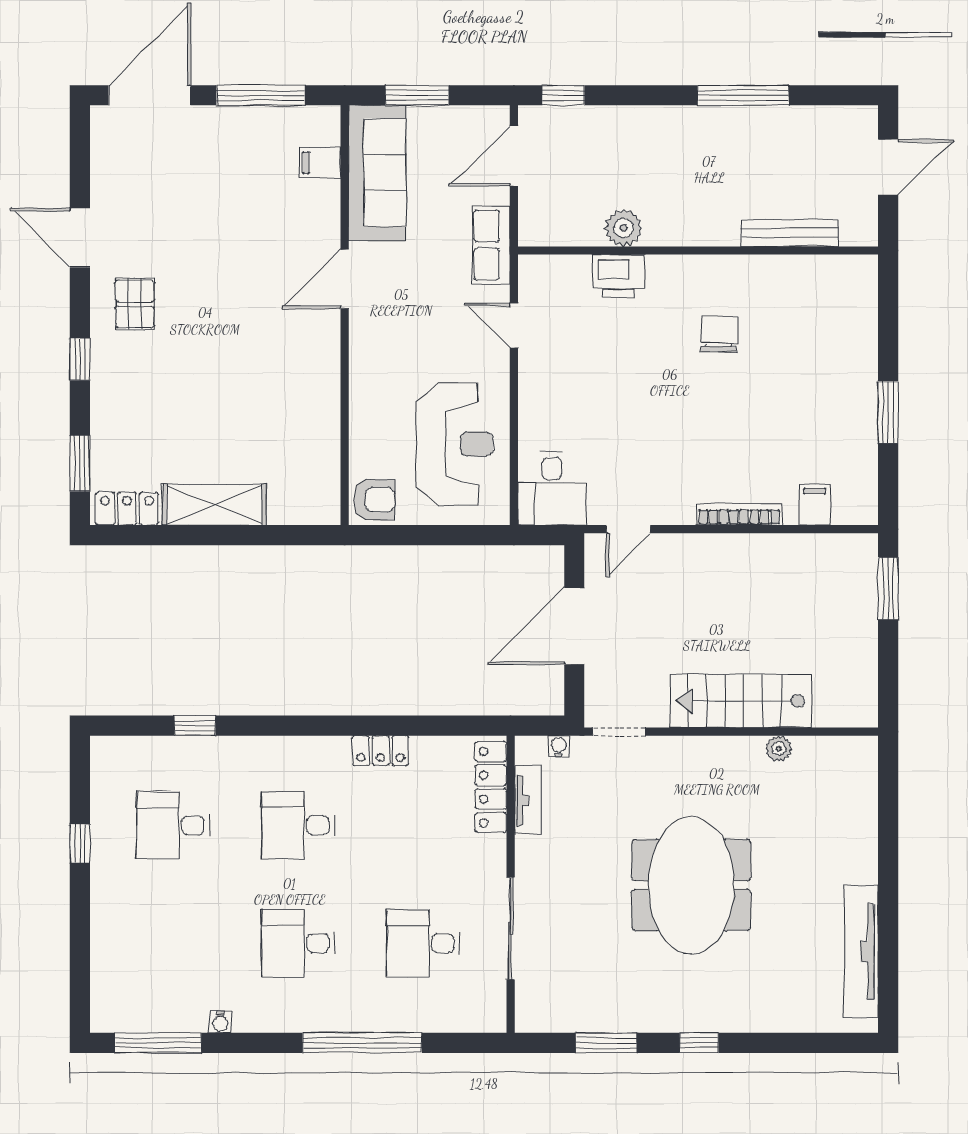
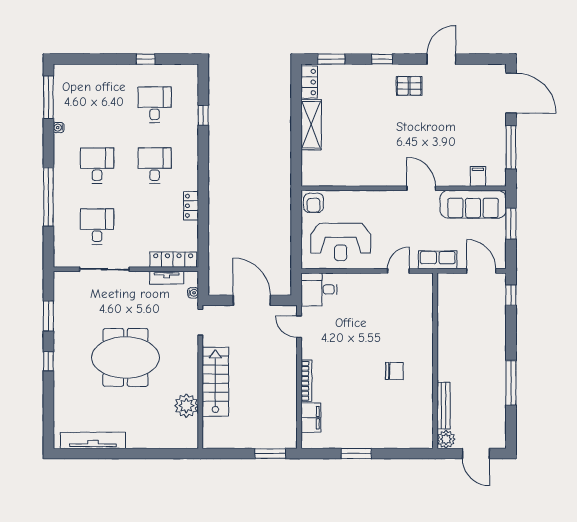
plant: (623, 228) -> (446, 439), moved
printer: (618, 276) -> (423, 322), removed
filing cabinet: (815, 505) -> (311, 418), width x2.00
plant: (779, 749) -> (186, 406), width x1.88, depth x1.88

